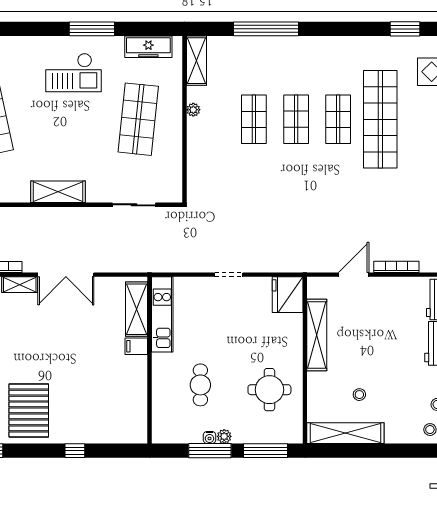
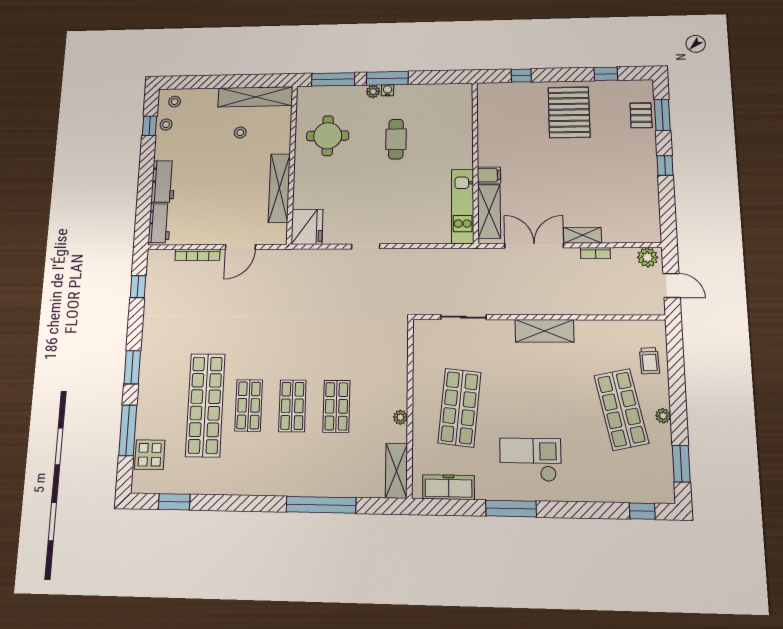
shelving: (137, 309) -> (489, 211), moved
kitchen unit: (162, 314) -> (463, 206), moved
filing cabinet: (136, 346) -> (489, 175), moved
wall: (150, 360) -> (475, 162), moved

